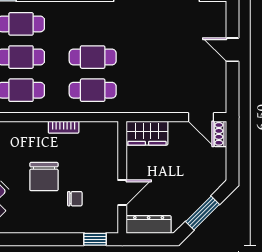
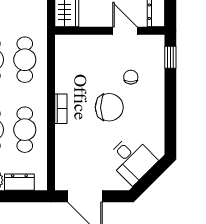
bookcase: (64, 127) -> (61, 109), moved

